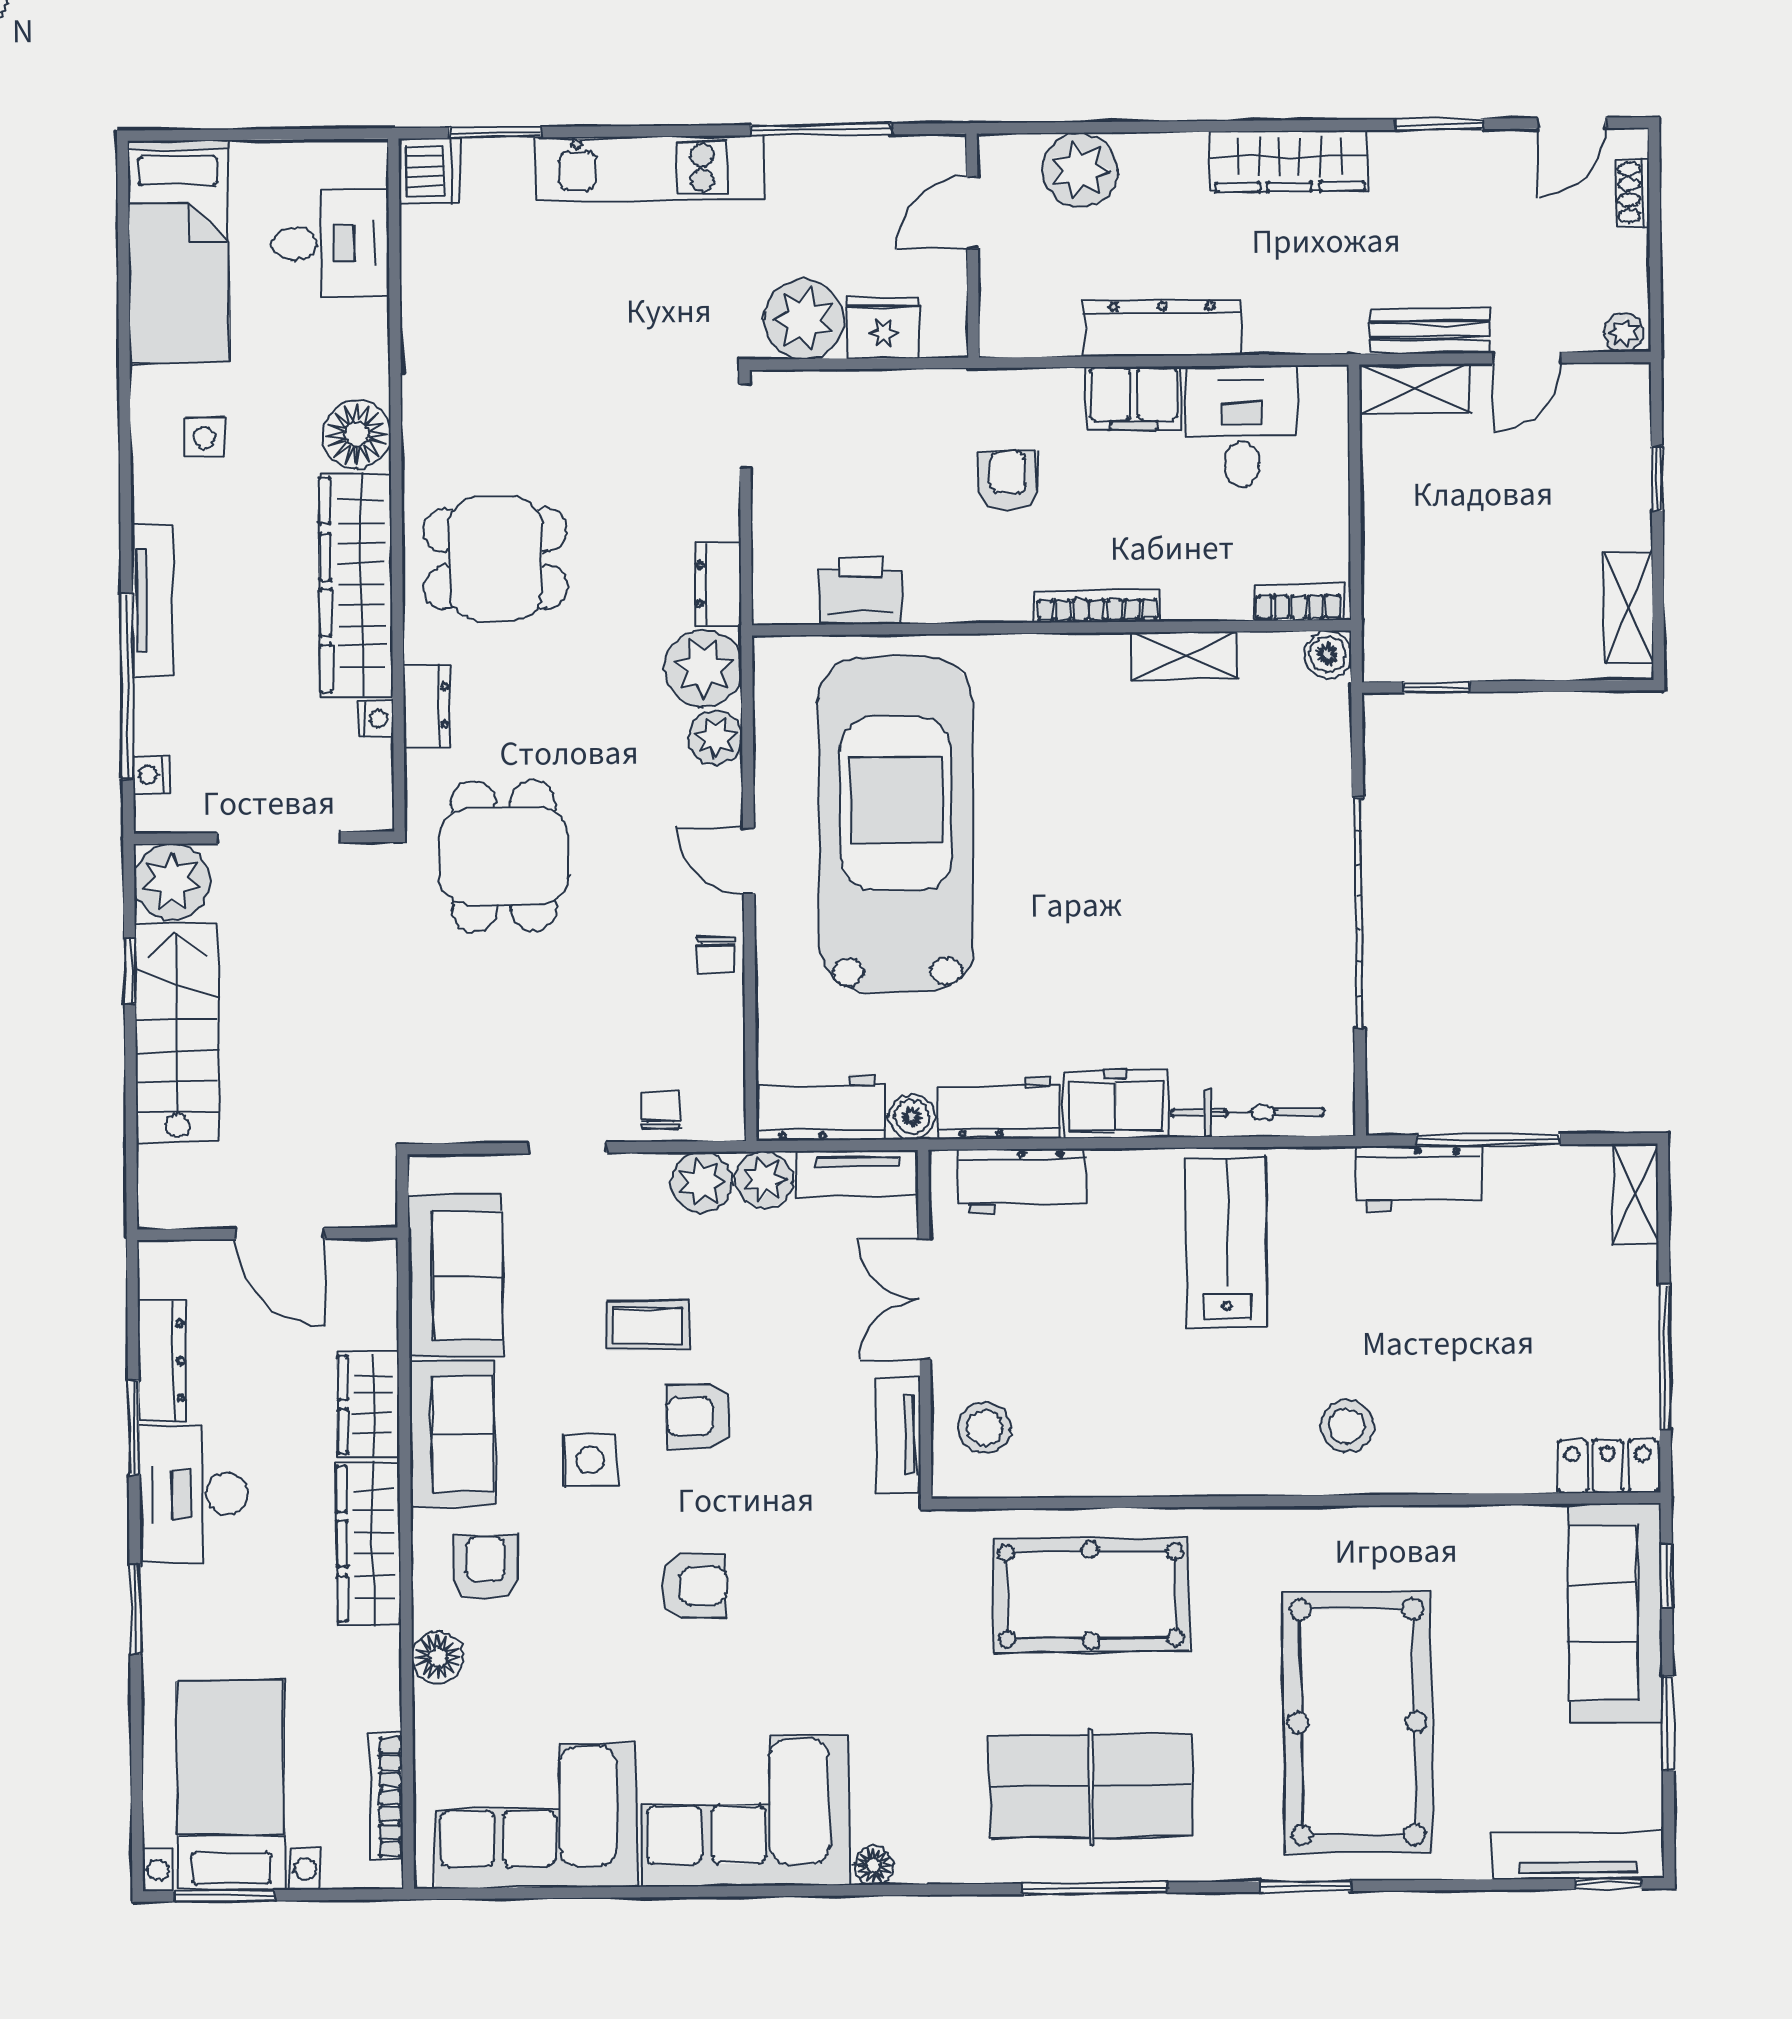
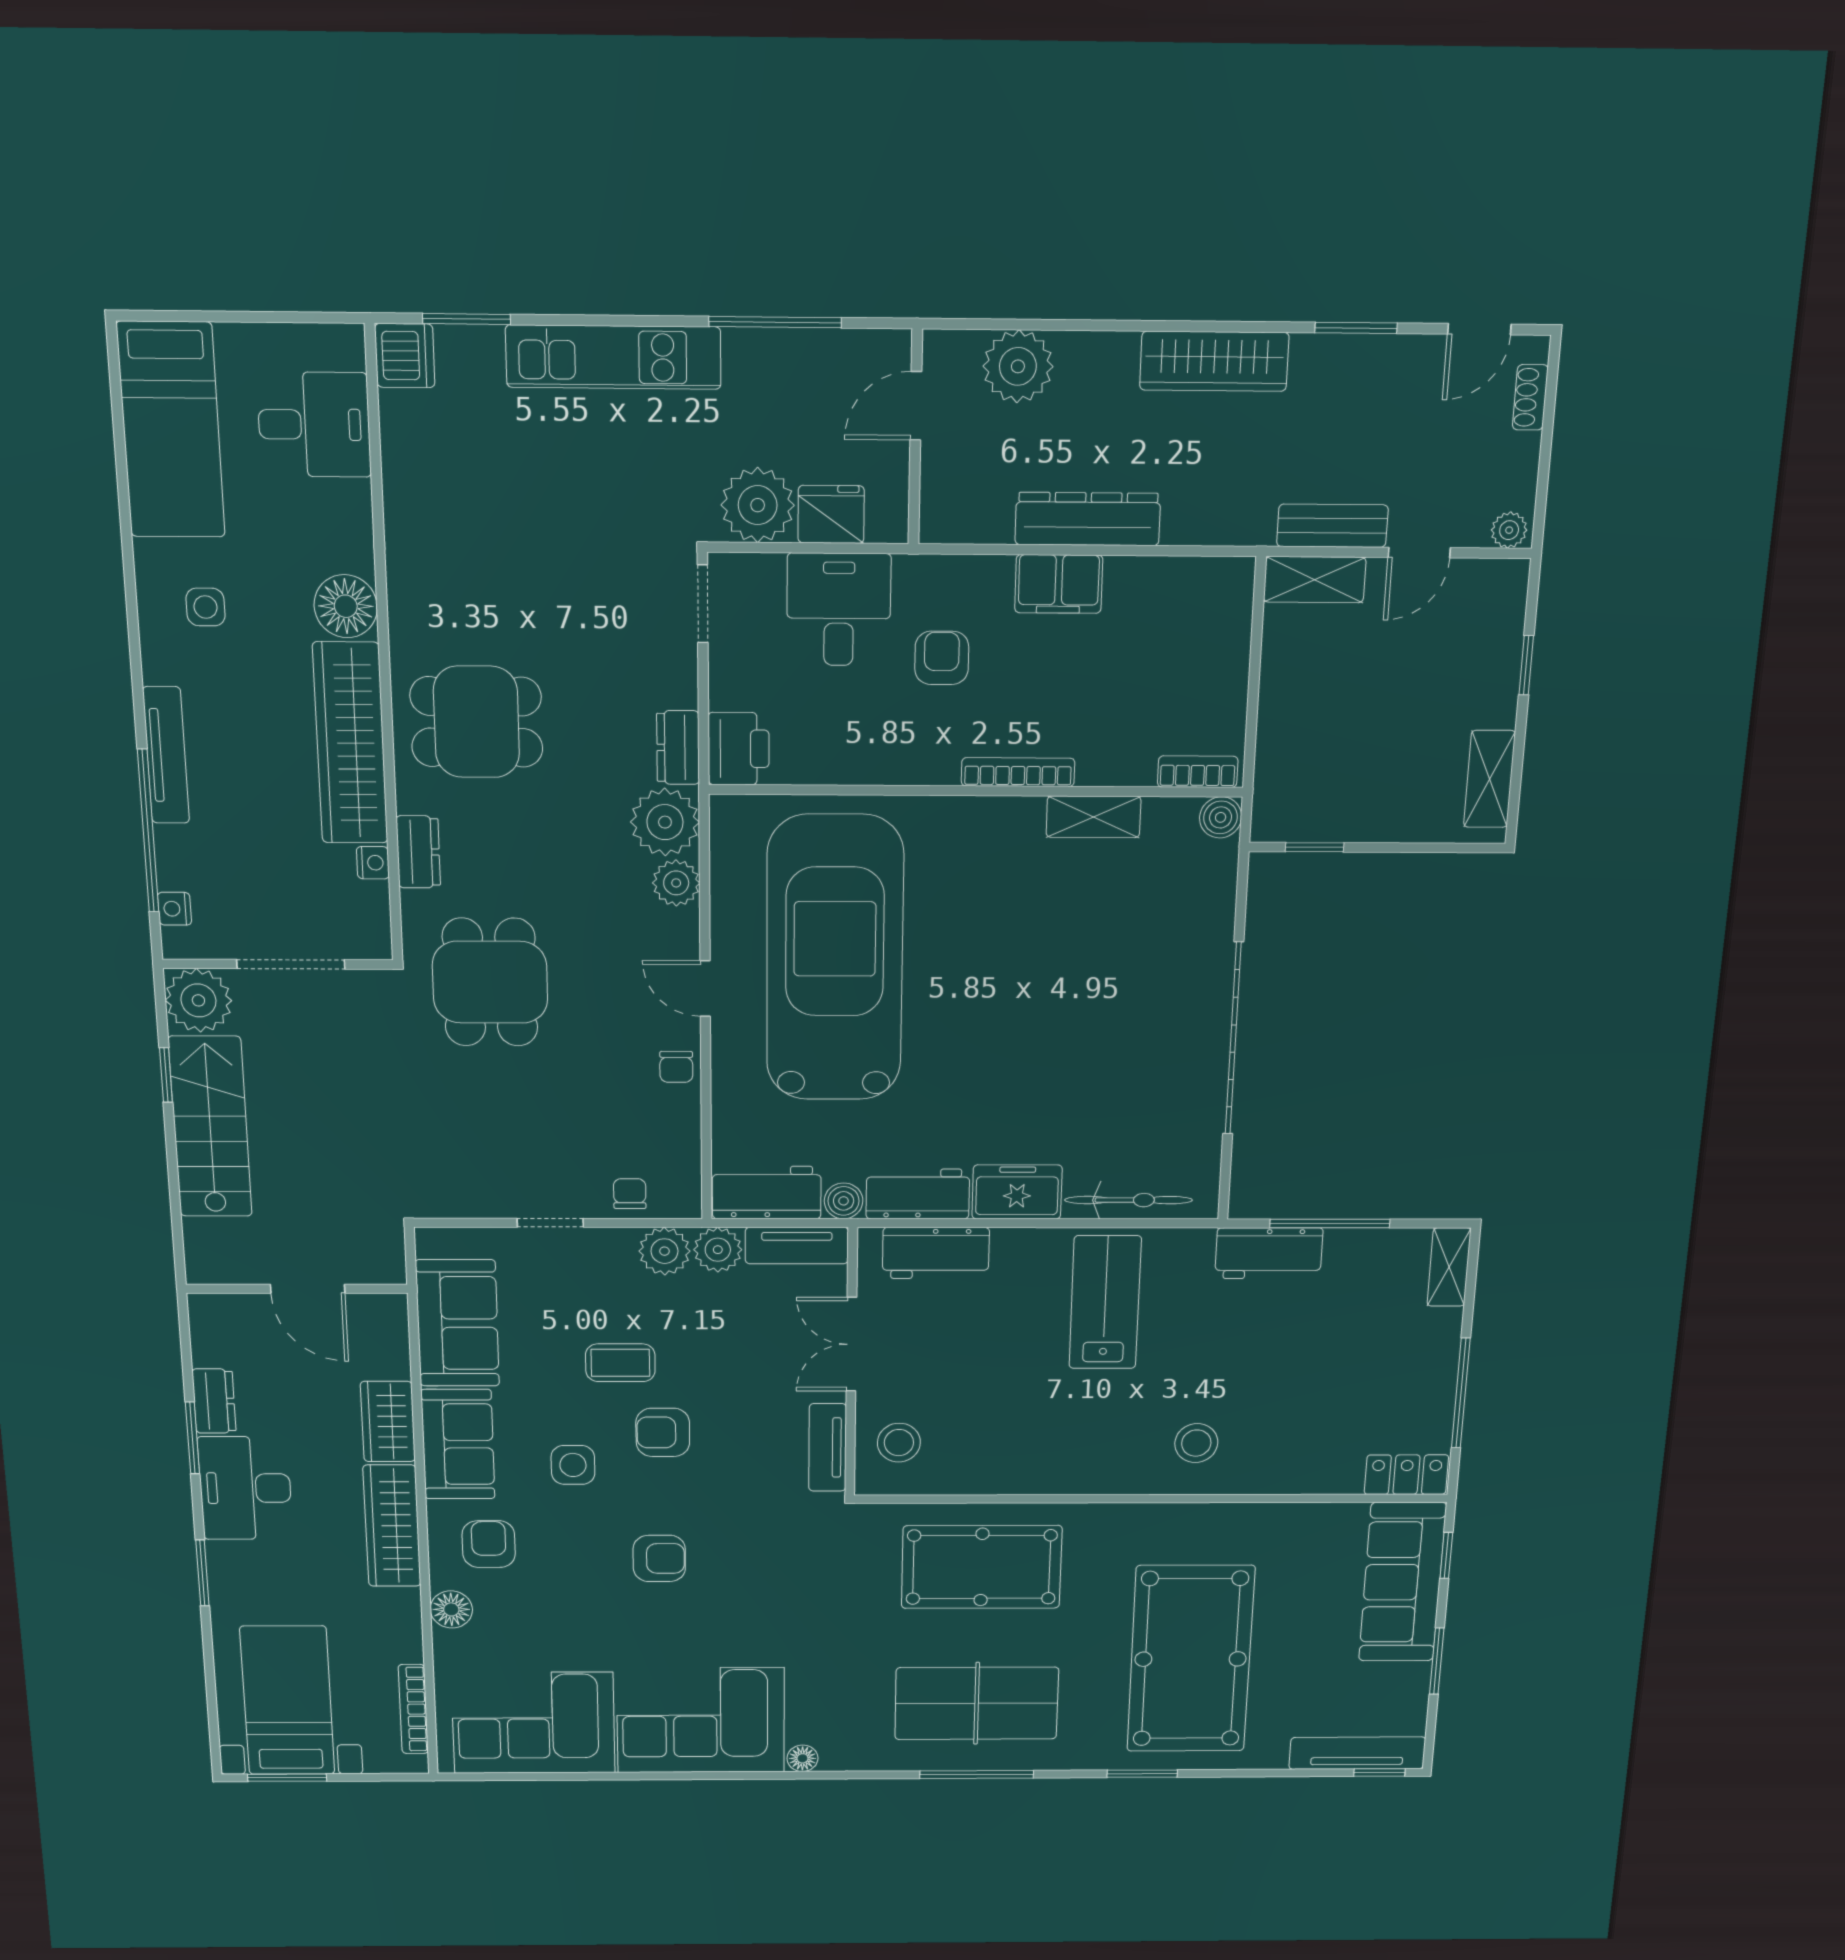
desk: (1242, 427) -> (839, 610), moved
printer: (861, 591) -> (739, 749), moved, turned 90
dresser: (162, 1361) -> (214, 1401), width x0.70

